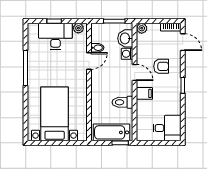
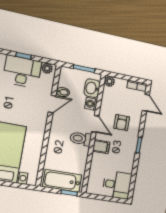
armchair: (161, 66) -> (122, 123), turned 90
toilet: (122, 102) -> (81, 139), moved

